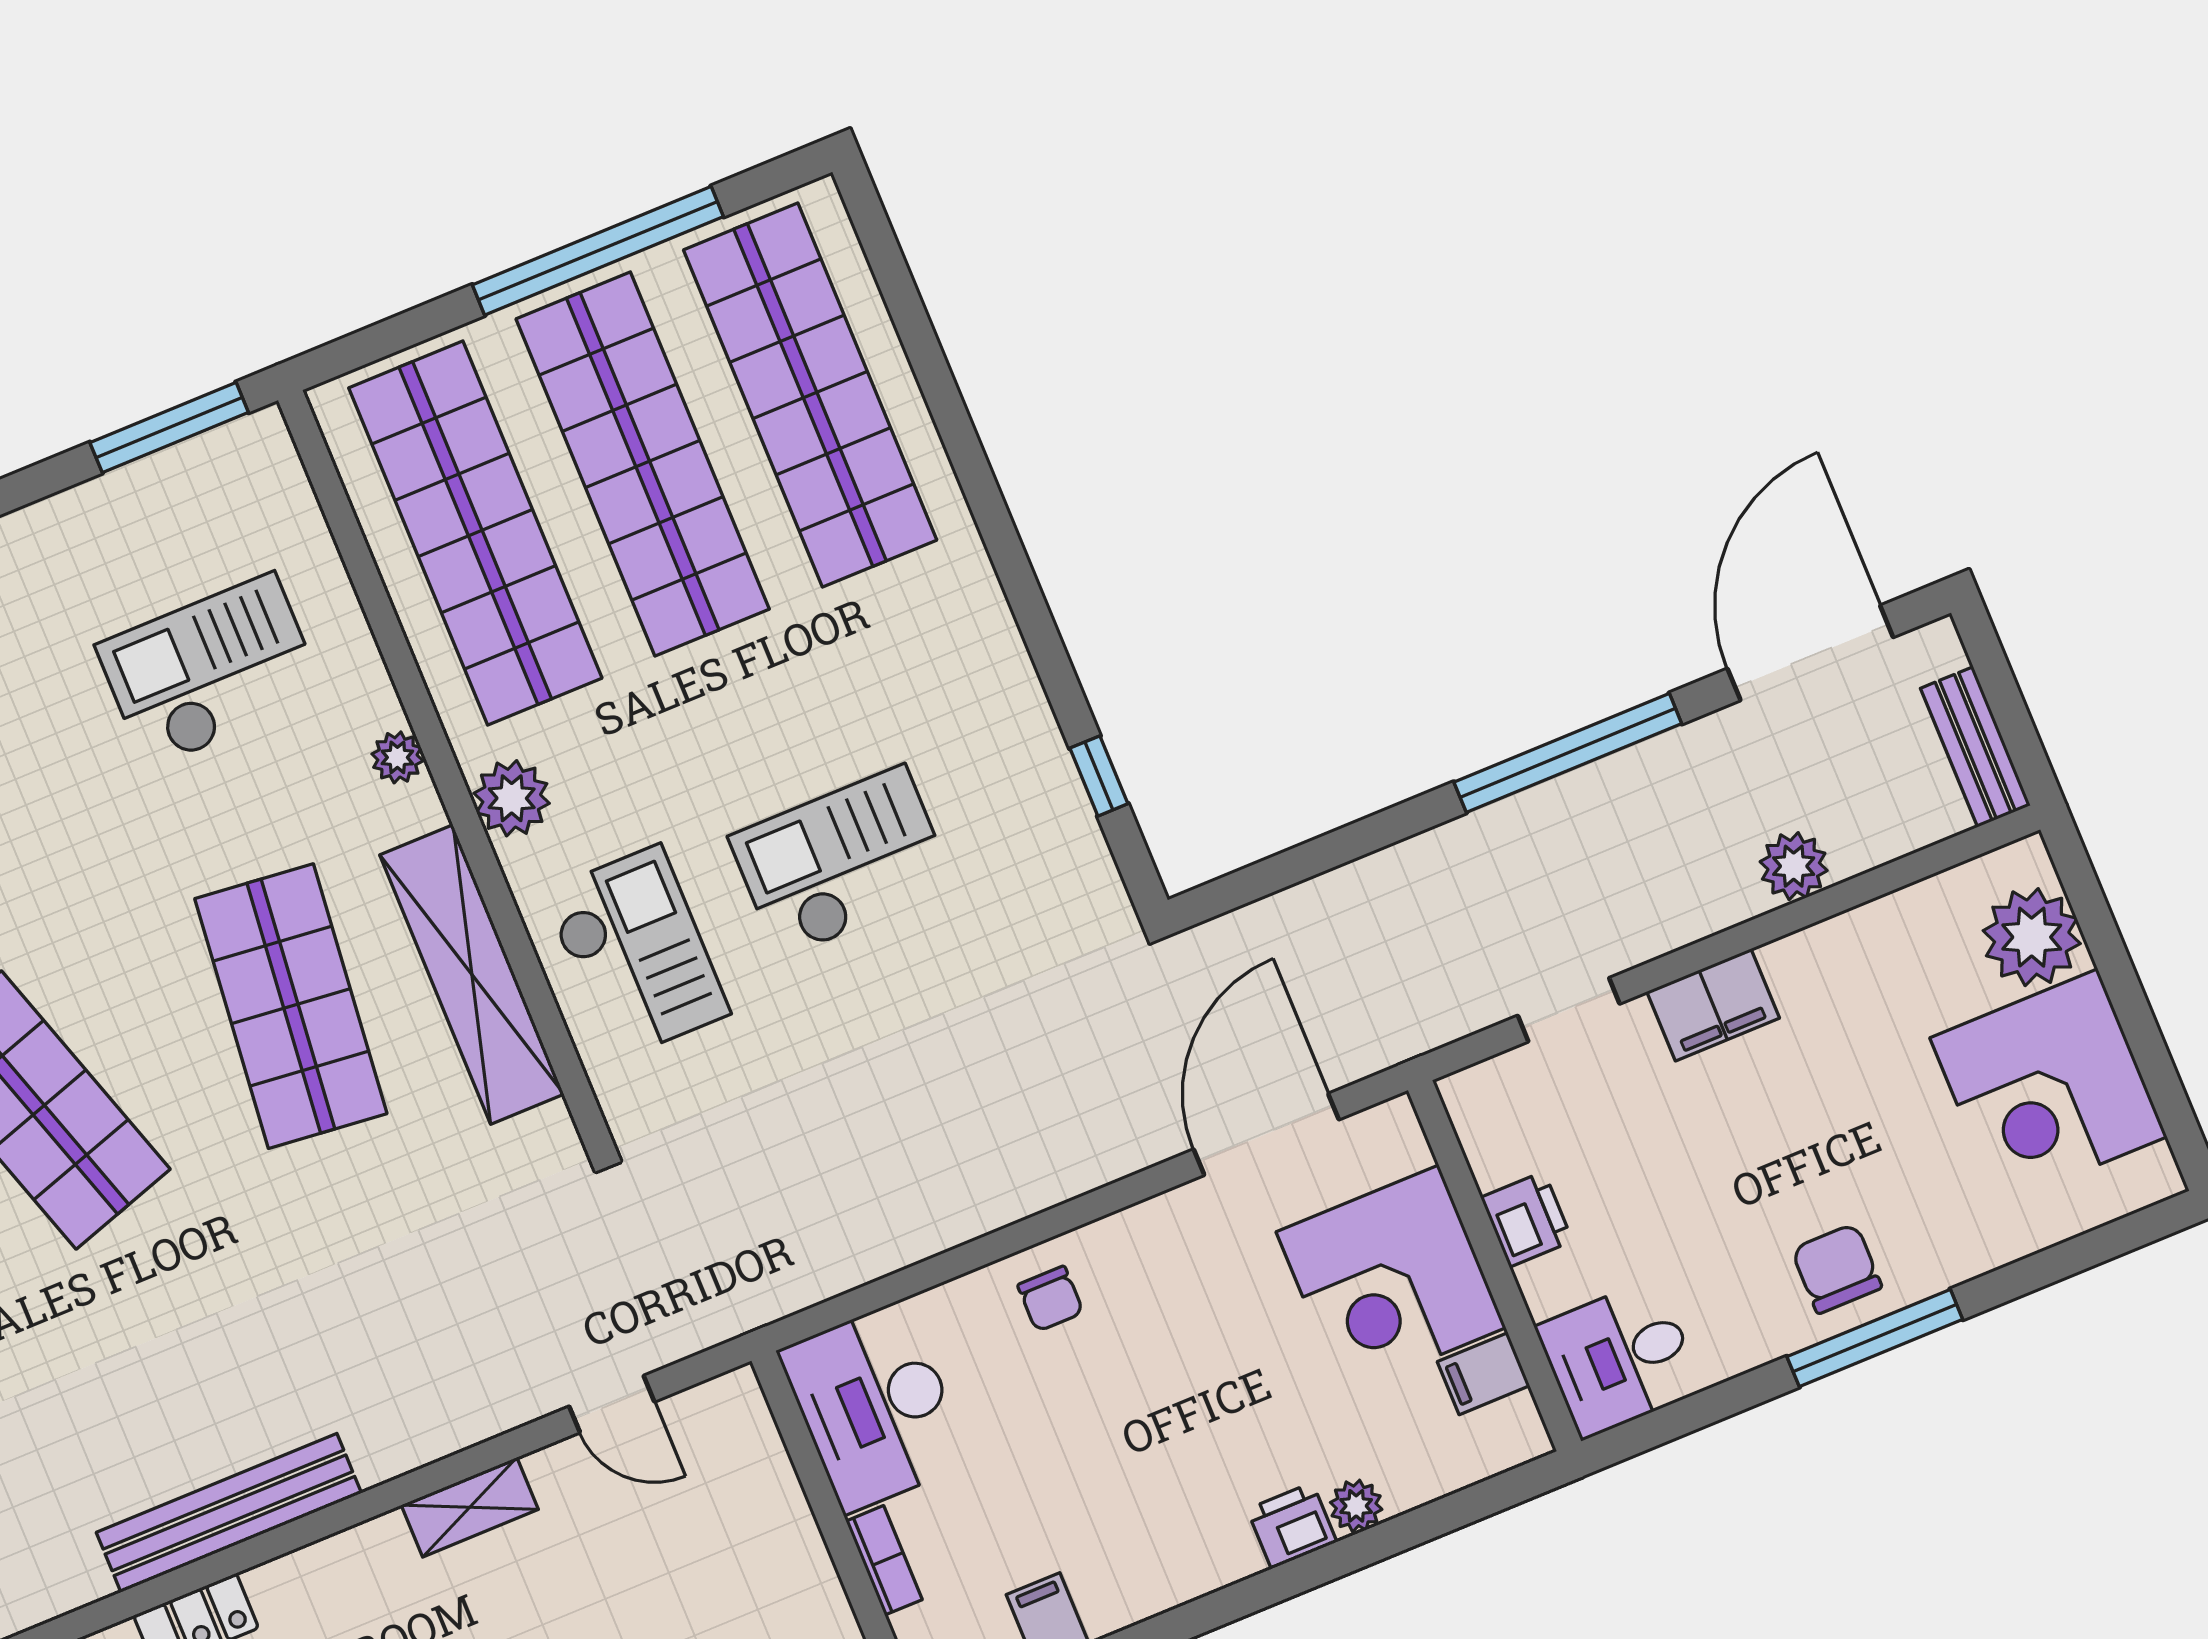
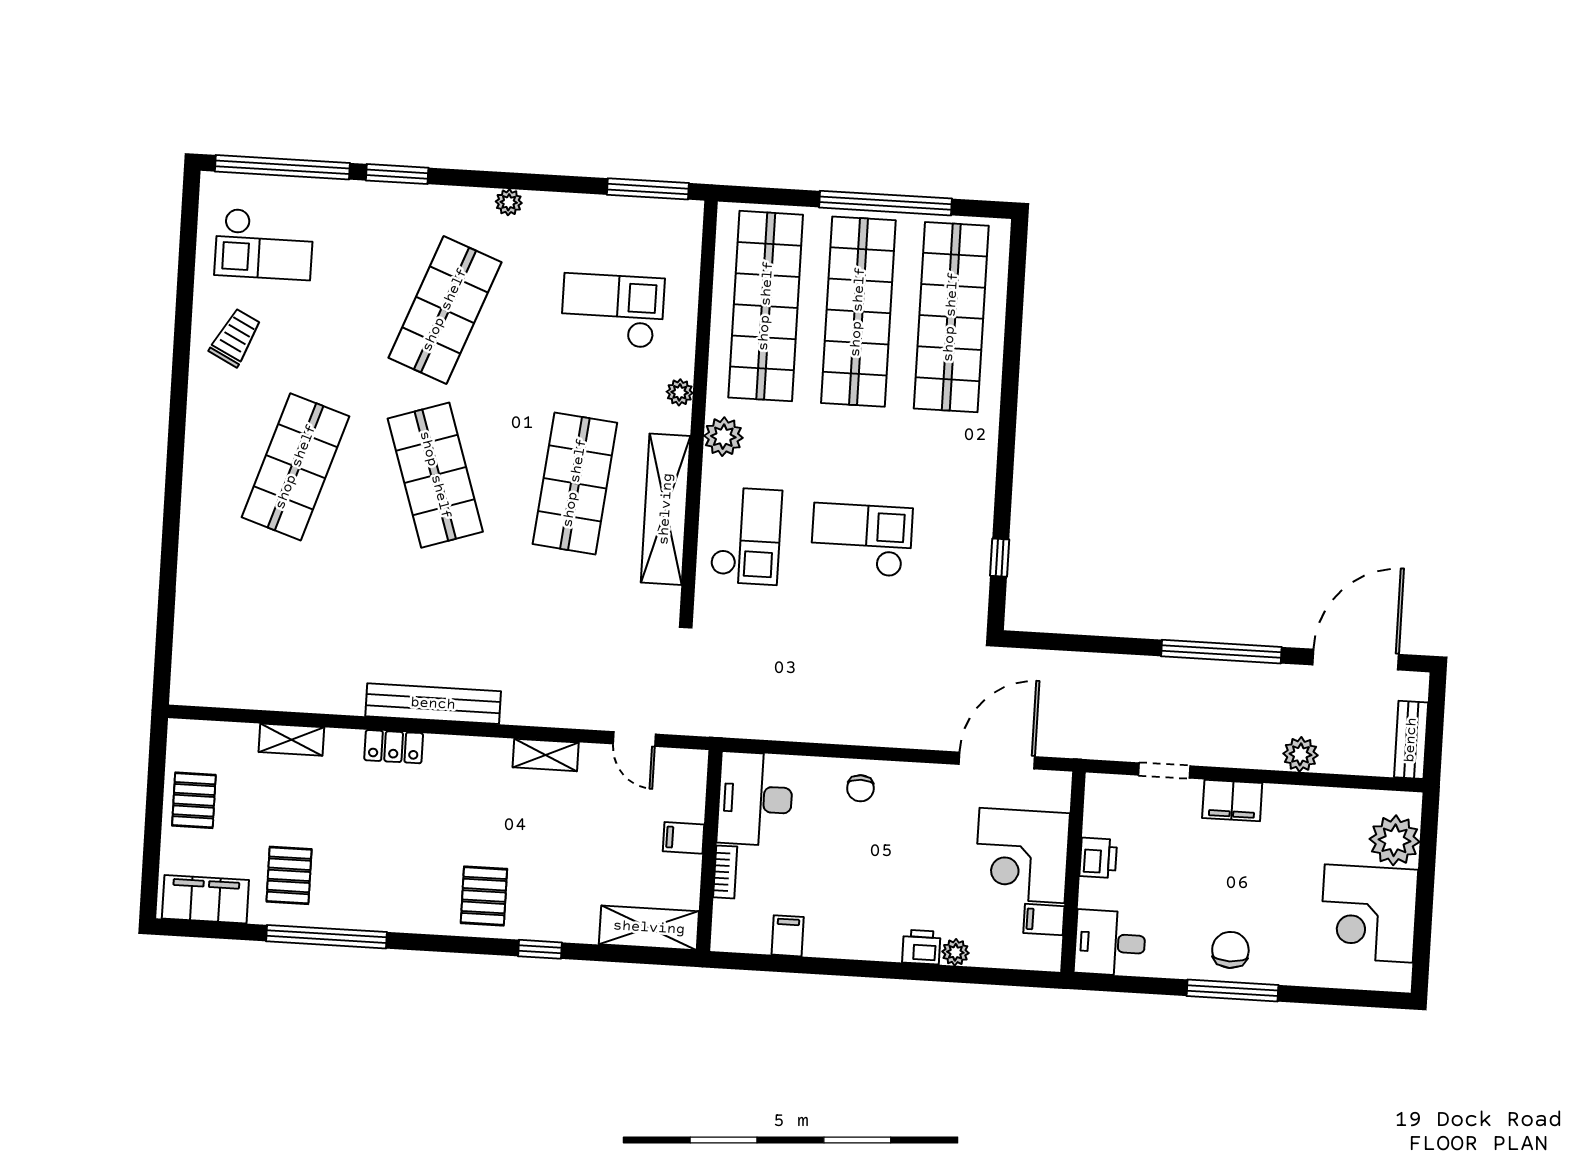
filing cabinet: (782, 1536) -> (684, 838), added

